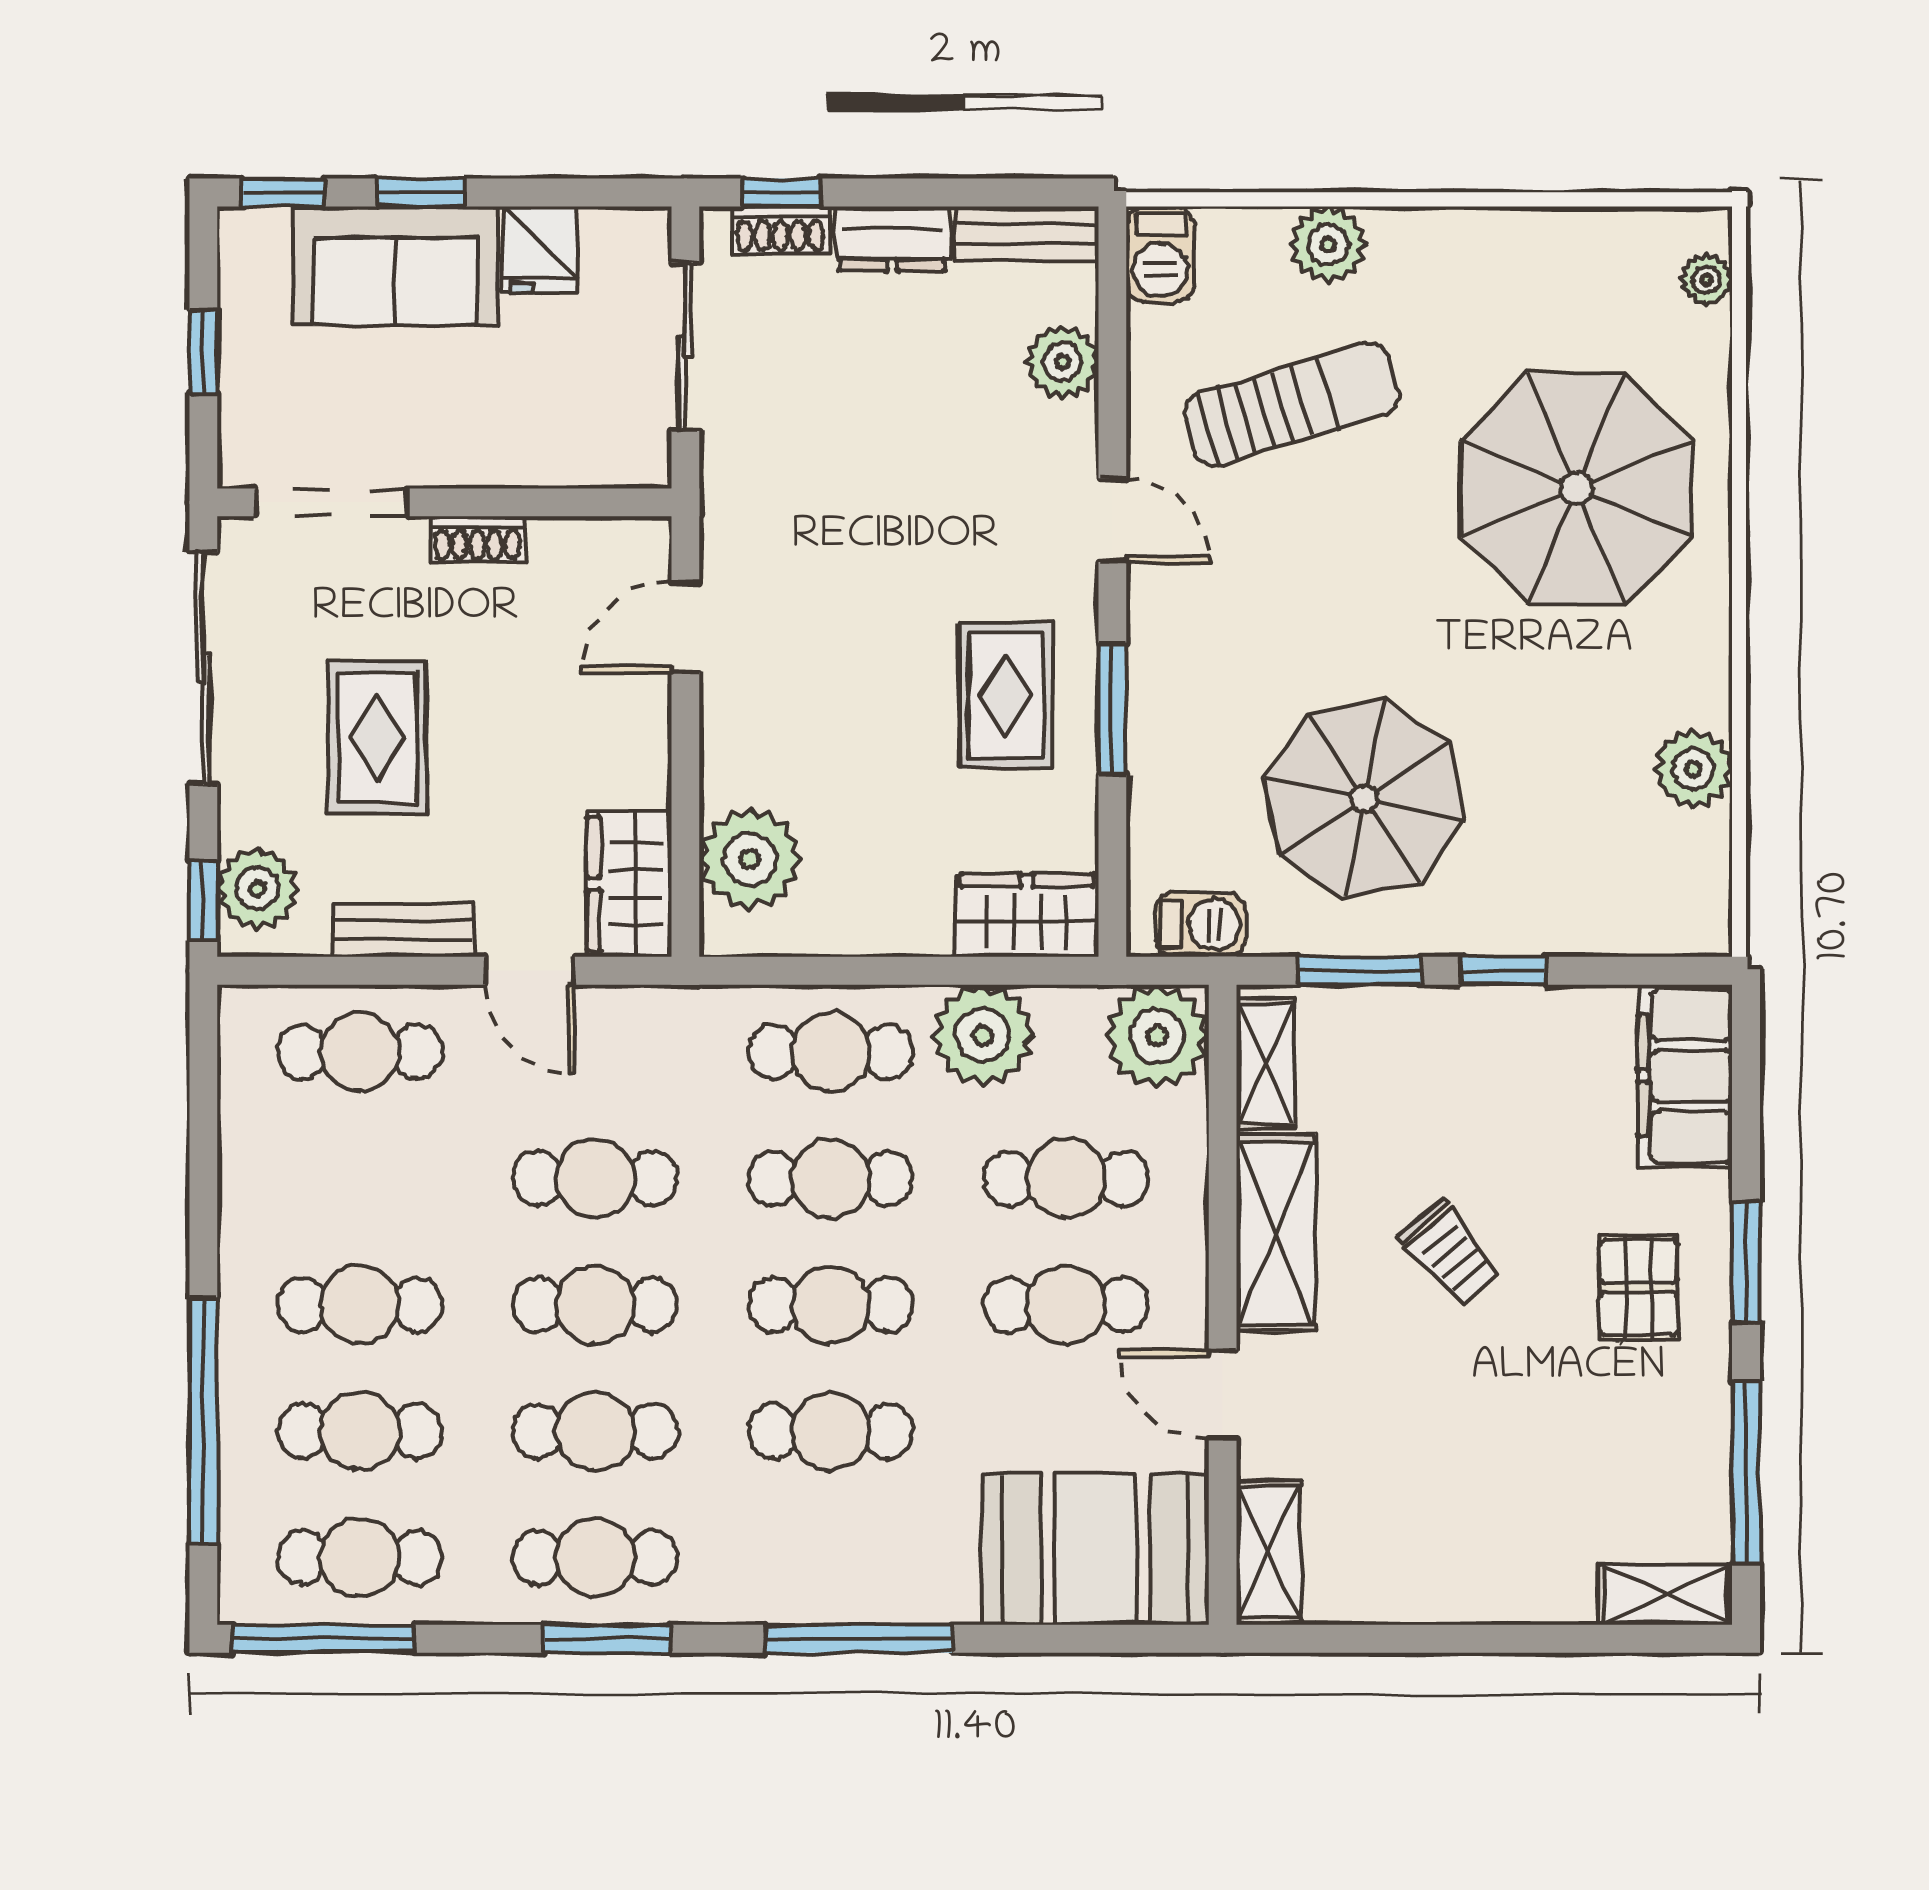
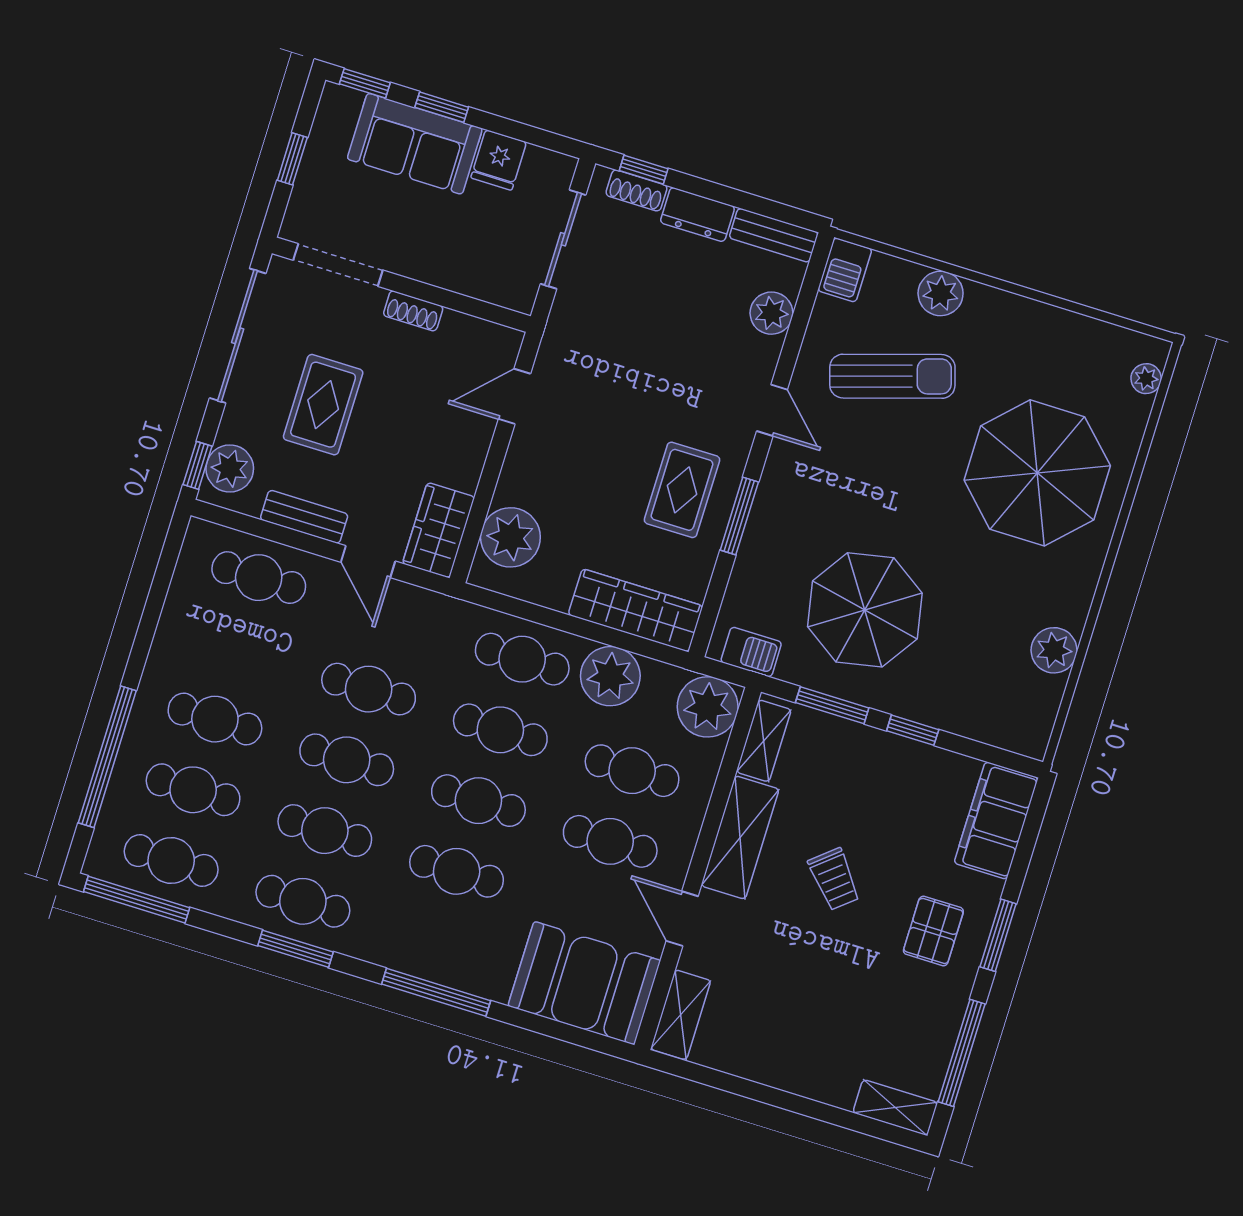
wardrobe: (1027, 915) -> (635, 610), width x1.50

